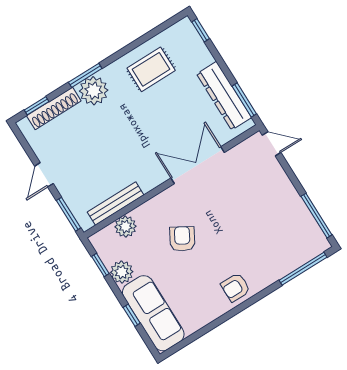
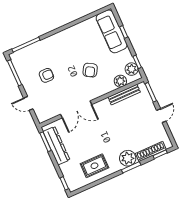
door: (272, 144) -> (28, 103), moved
plant: (122, 272) -> (132, 69), moved
armchair: (236, 287) -> (46, 75), moved

